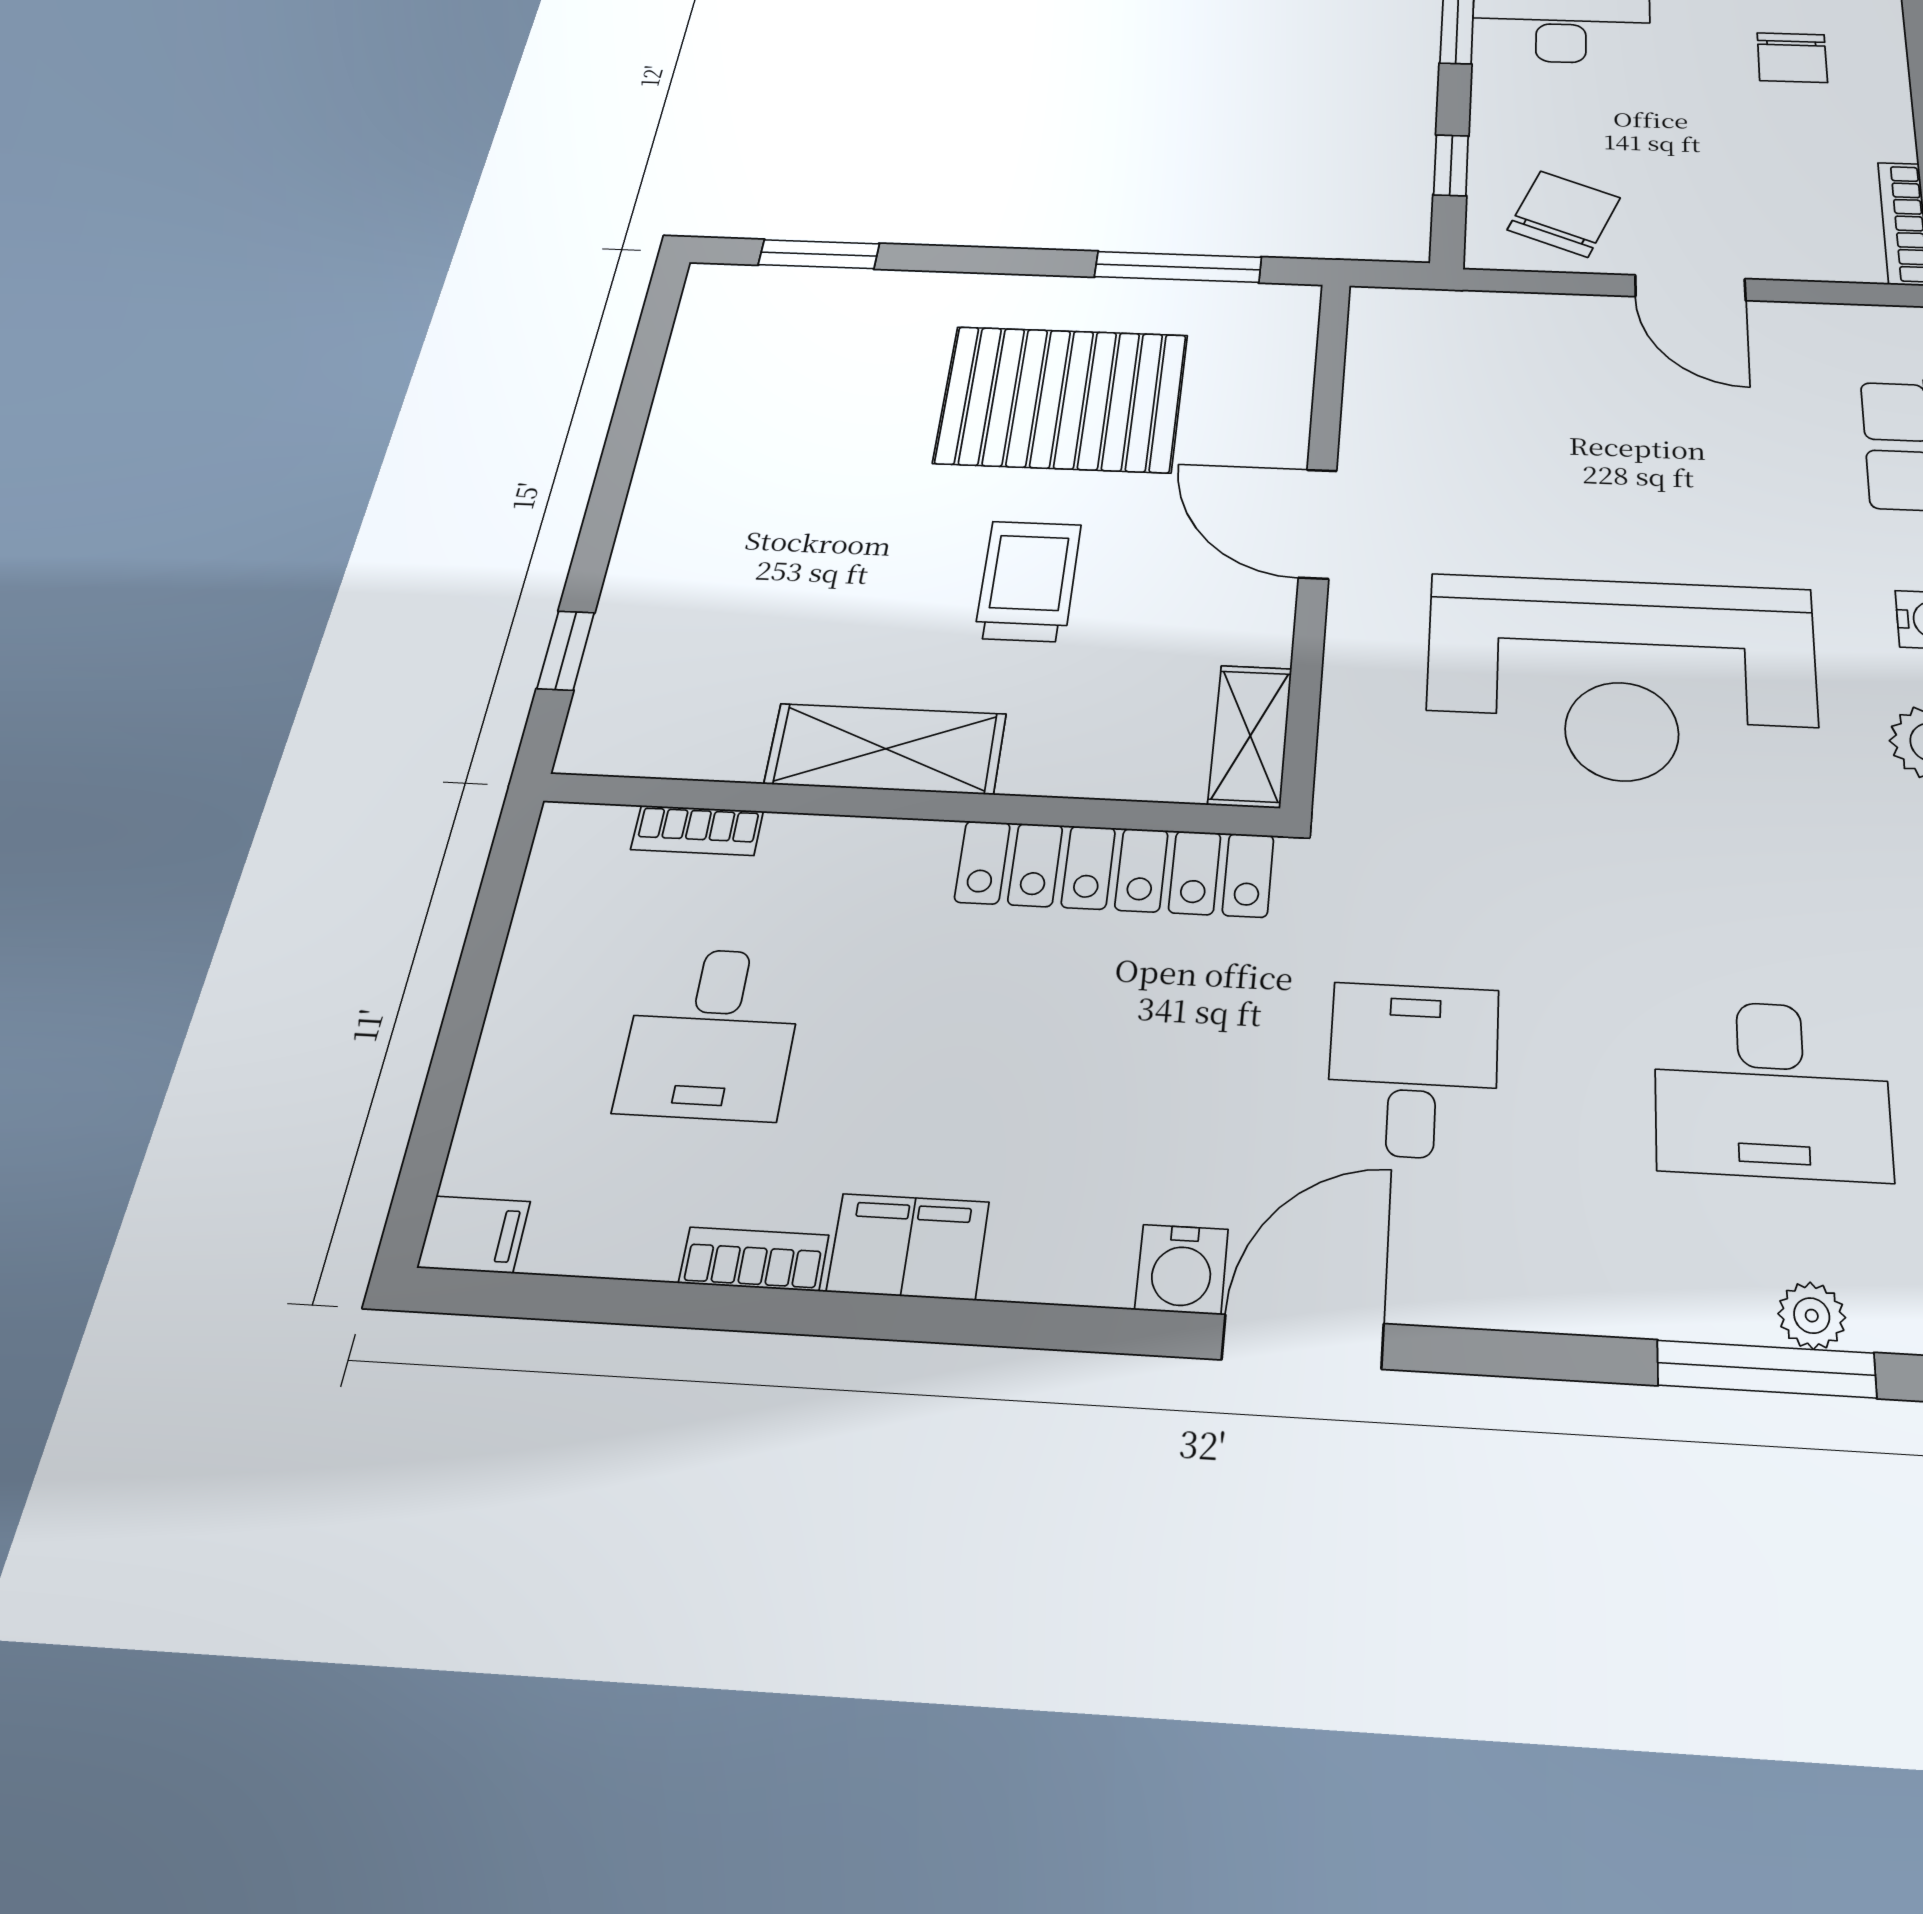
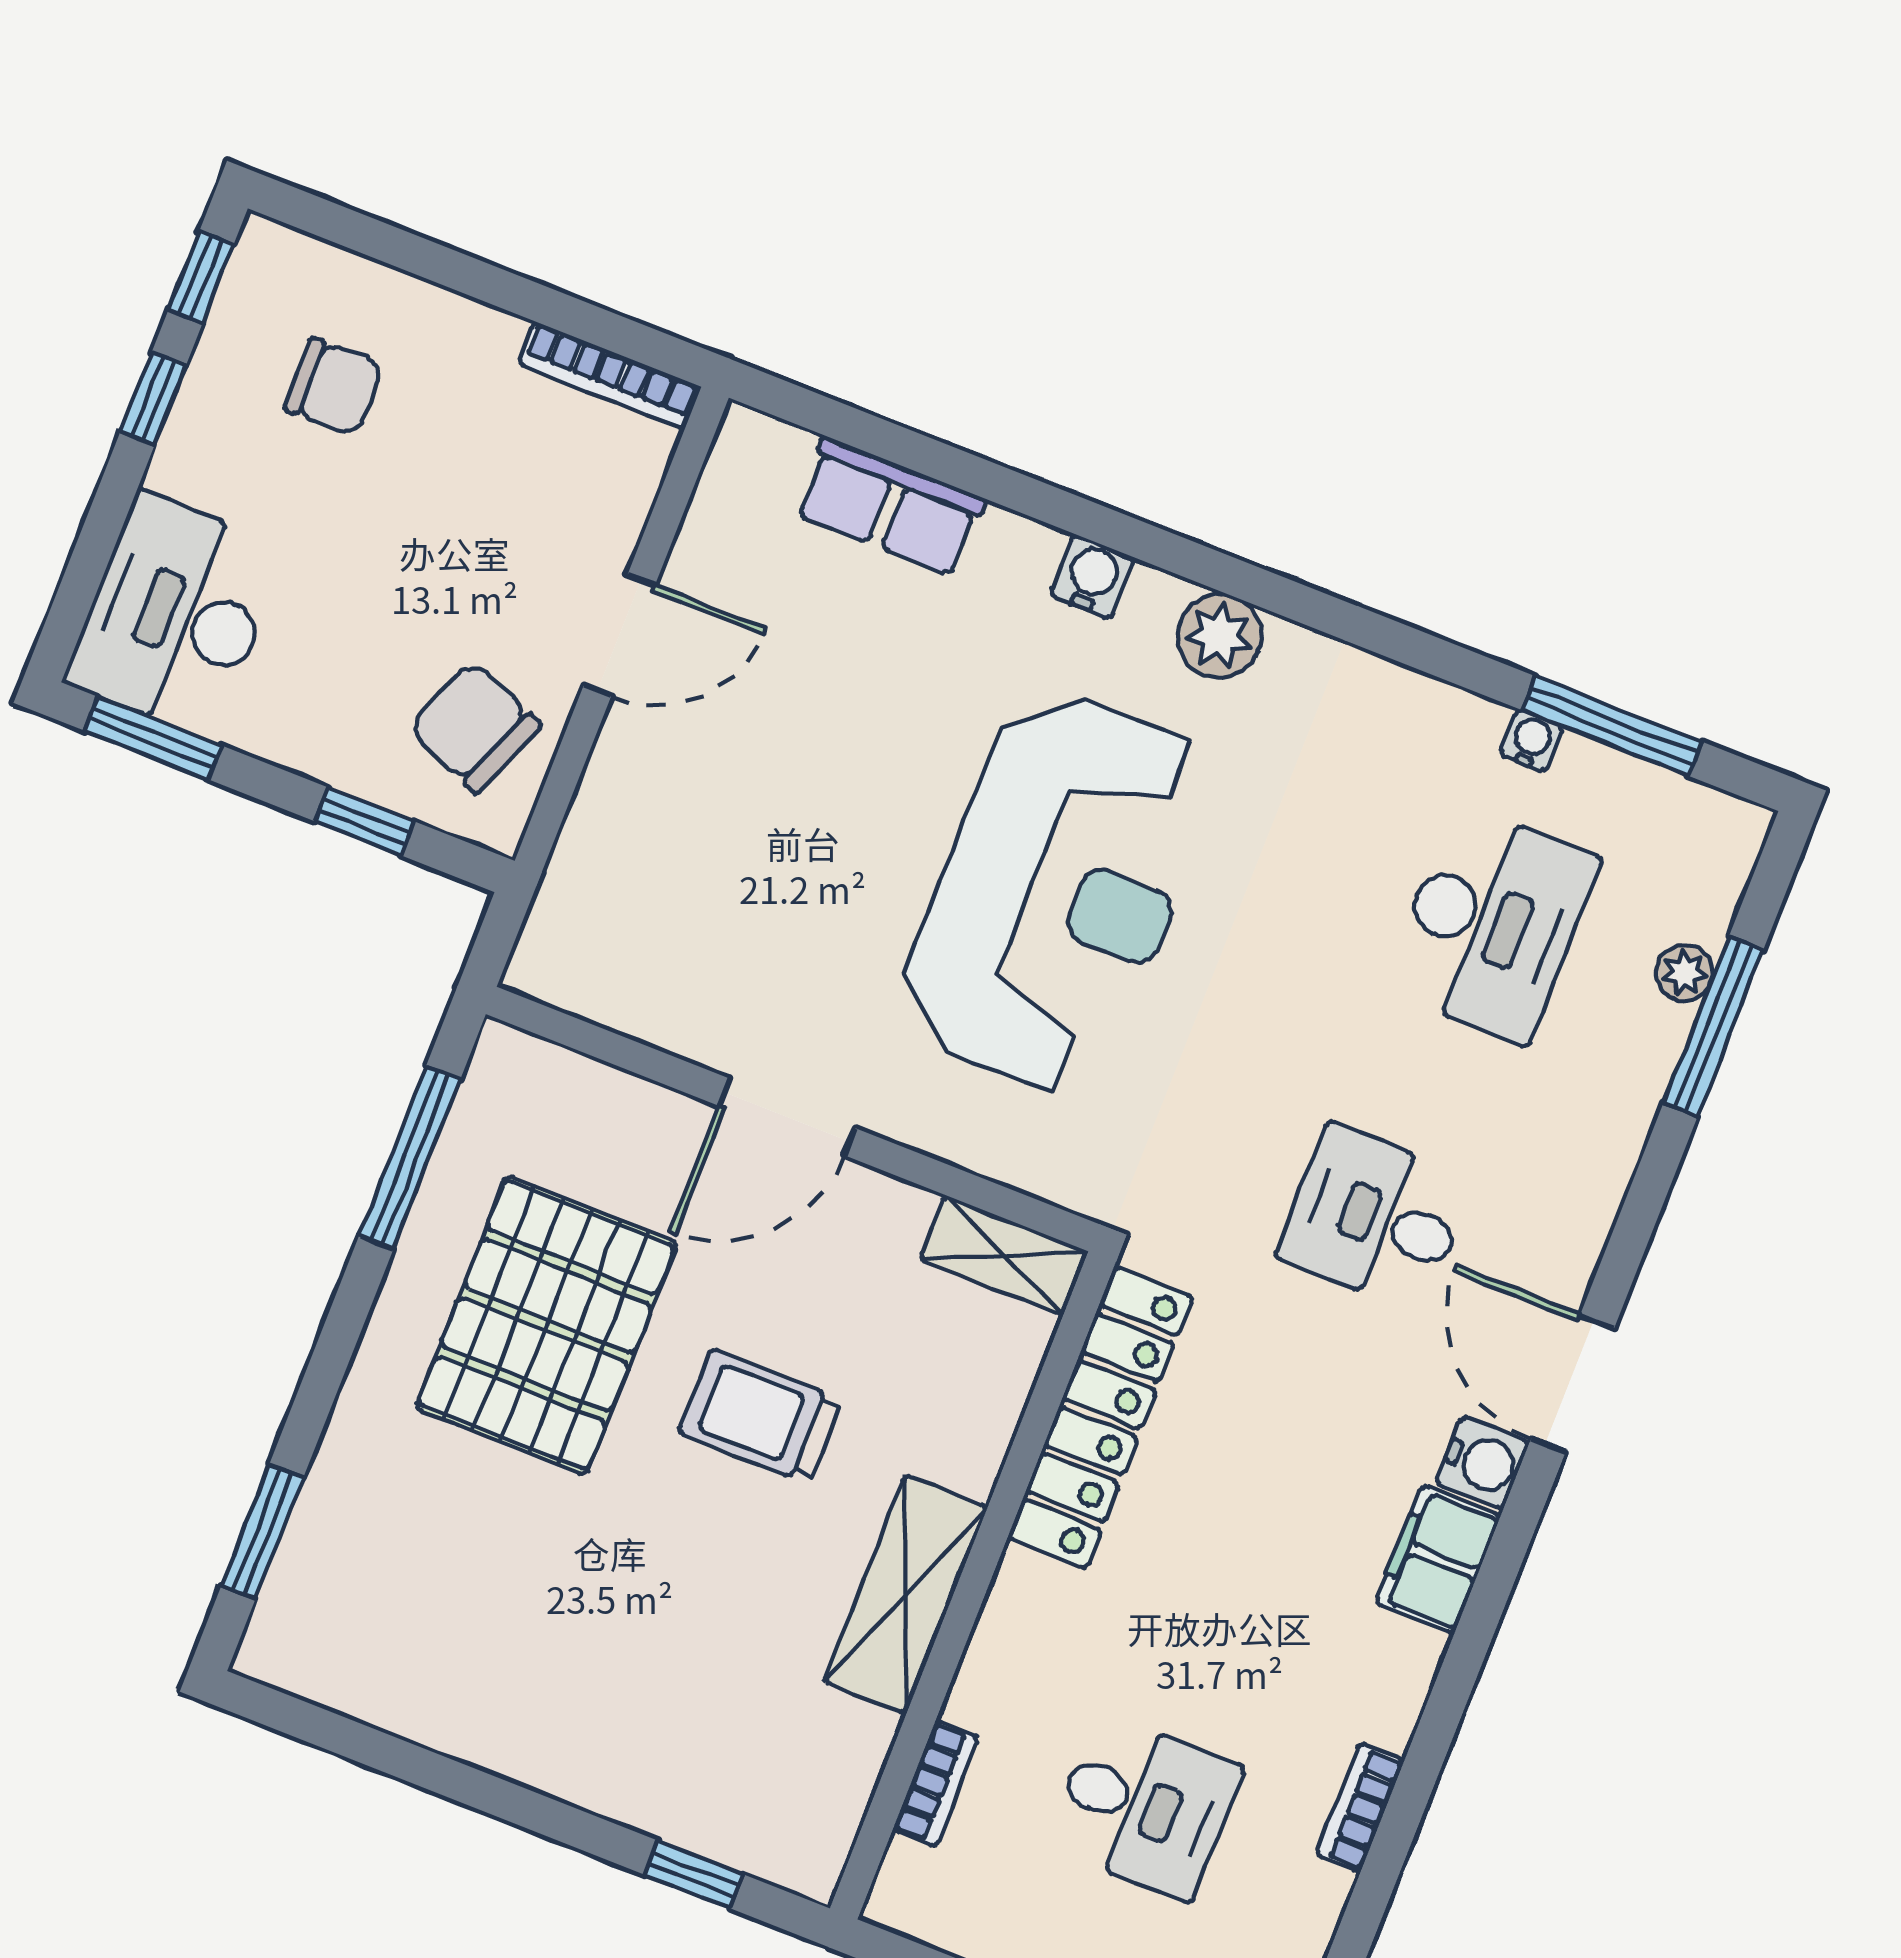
filing cabinet: (908, 1247) -> (1438, 1559), moved

